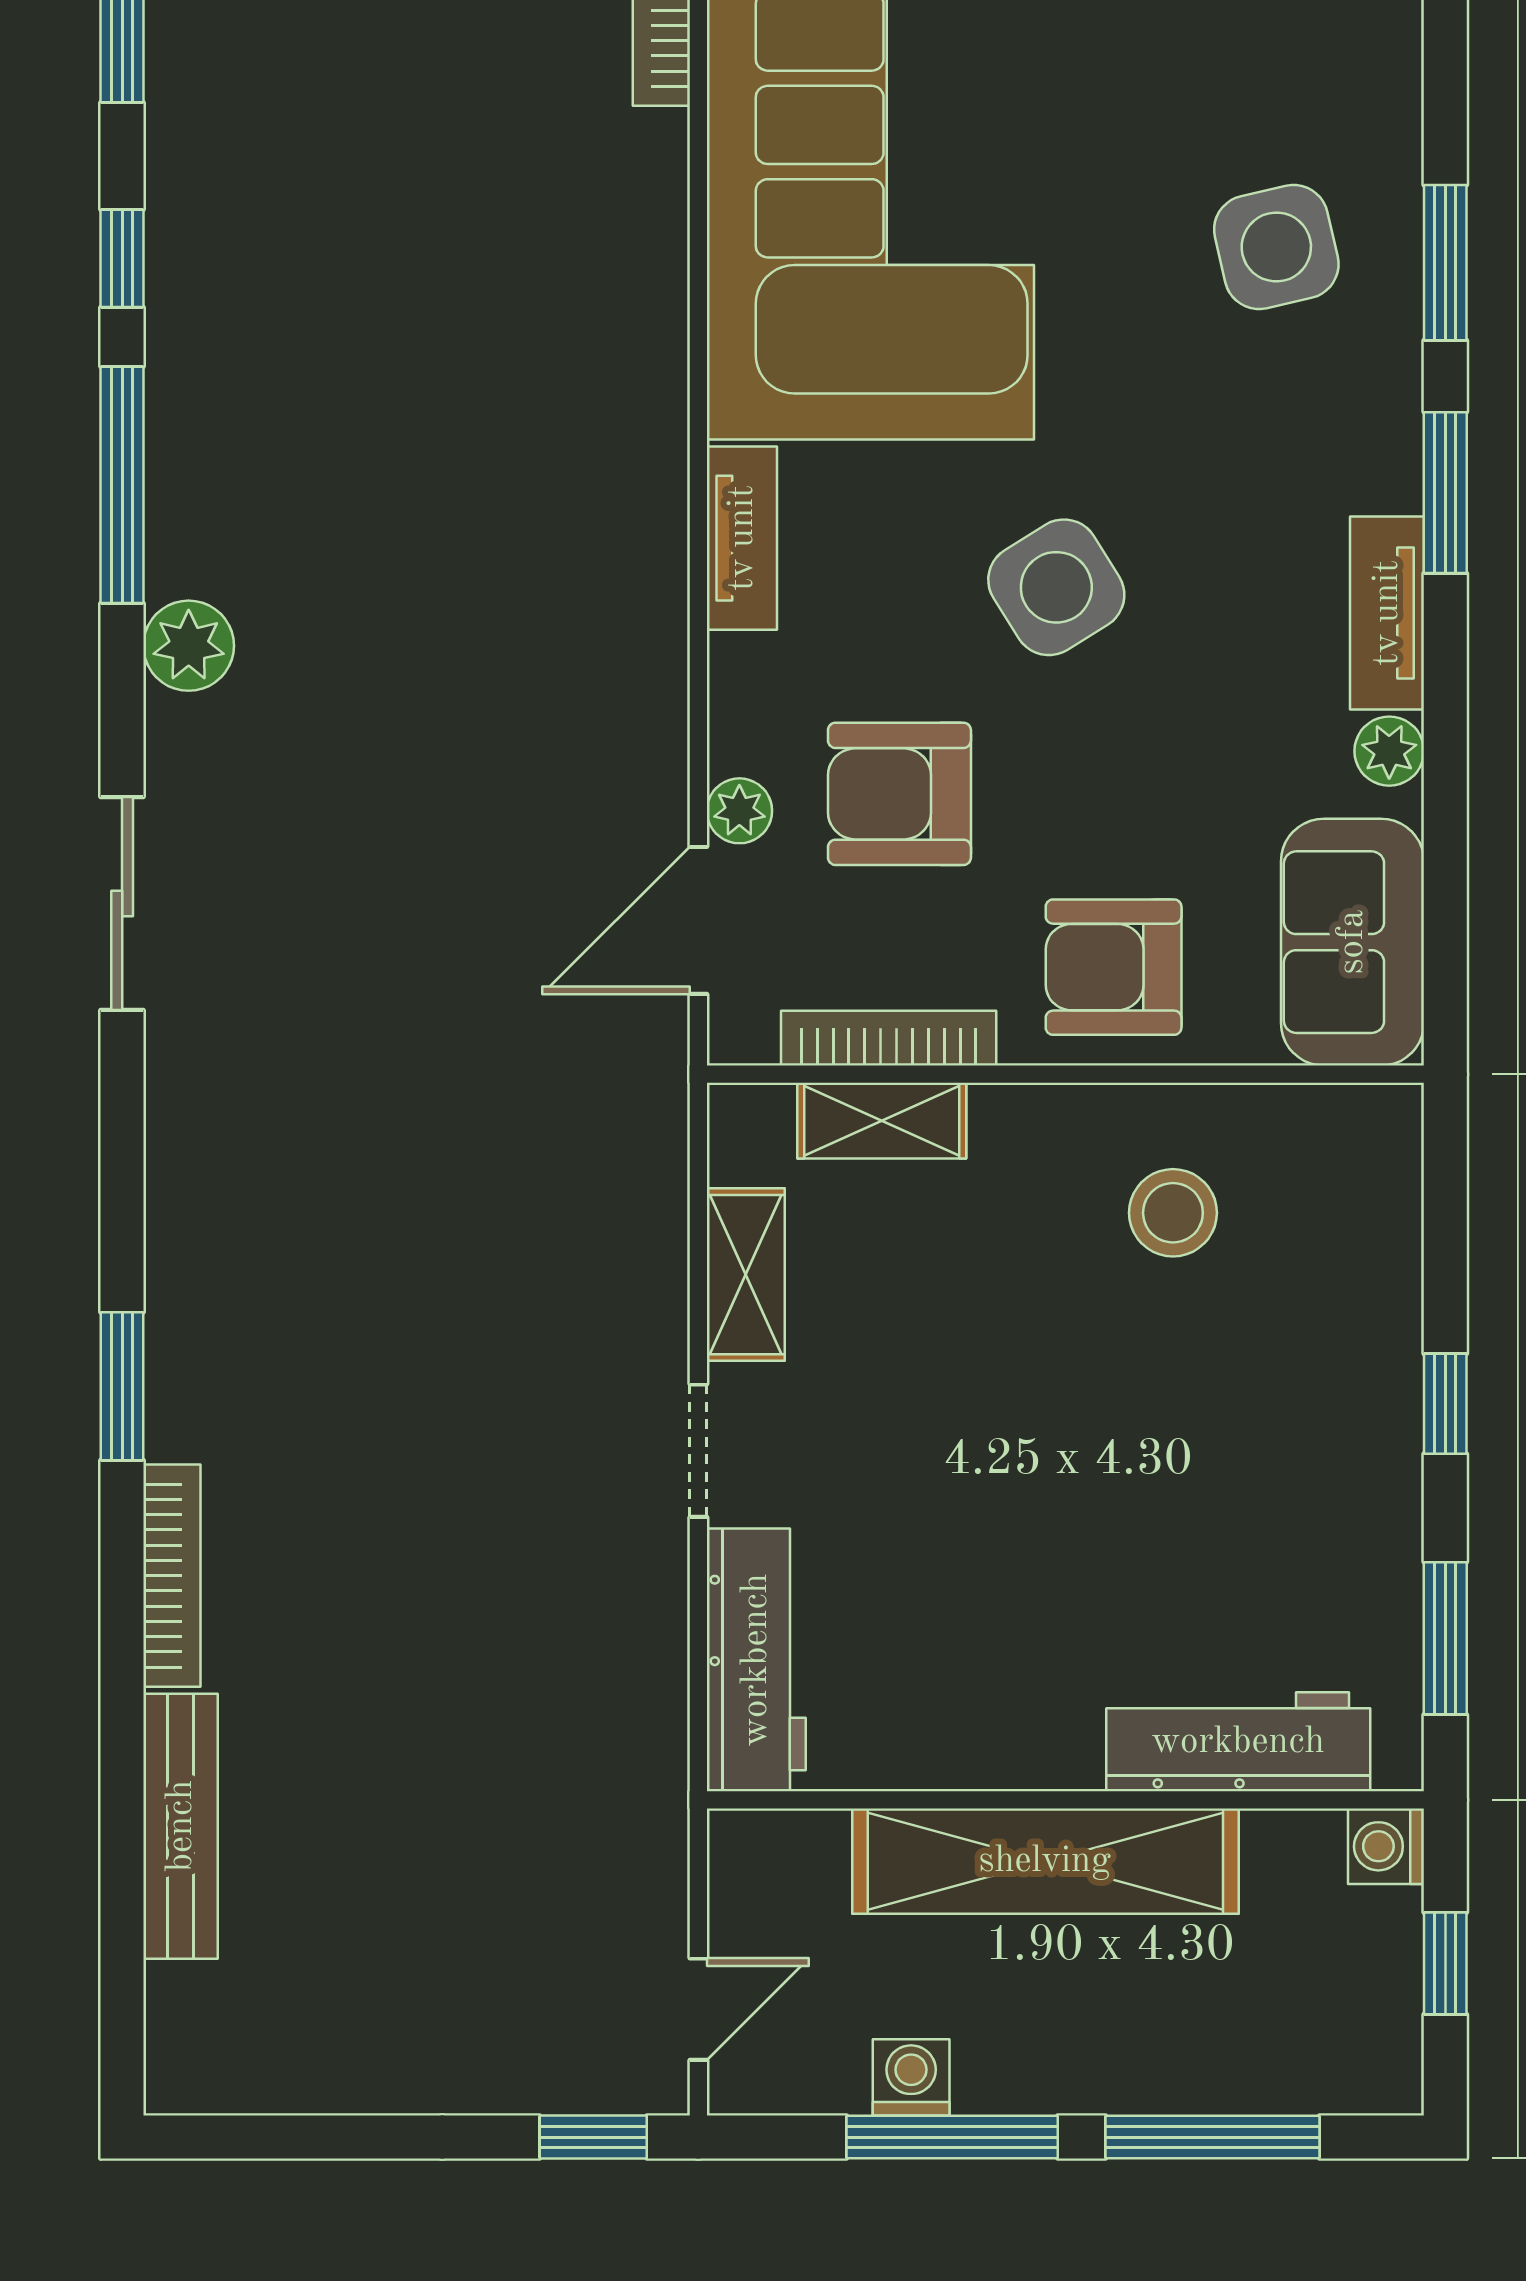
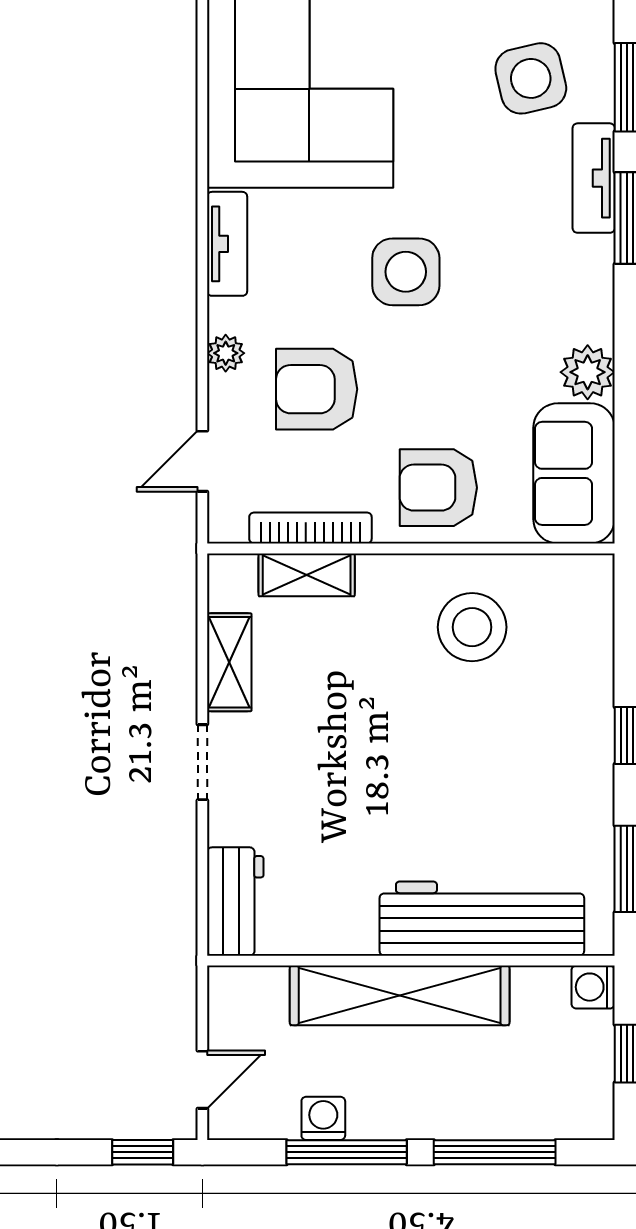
side table: (1056, 587) -> (406, 272), turned 32
tv unit: (1387, 613) -> (594, 178), moved
plant: (1389, 751) -> (588, 372), width x1.38, depth x1.38
plant: (739, 811) -> (226, 353), moved
door: (698, 920) -> (202, 461), width x0.73
stool: (1173, 1213) -> (472, 627), width x1.38, depth x1.38
workbench: (756, 1660) -> (235, 902), width x0.73
workbench: (1238, 1742) -> (482, 919), width x1.36, depth x1.32

